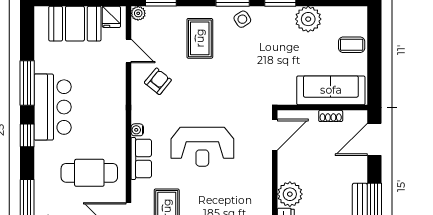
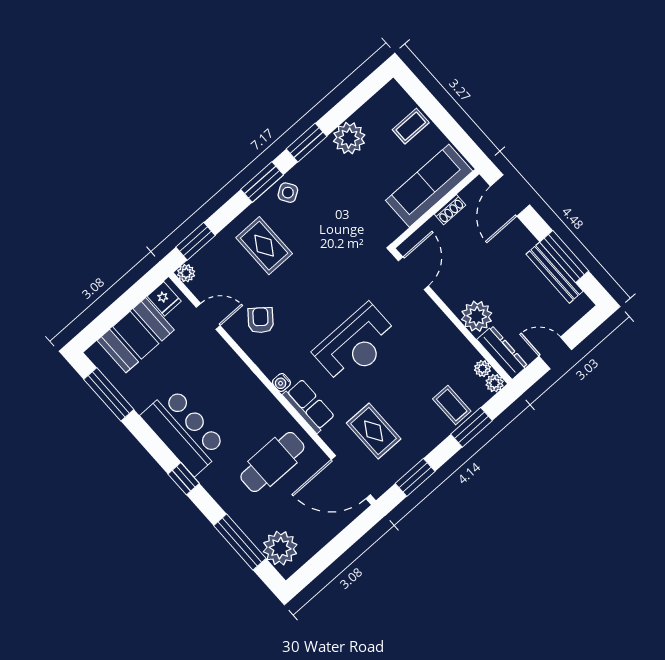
window: (27, 83) -> (109, 394), moved

